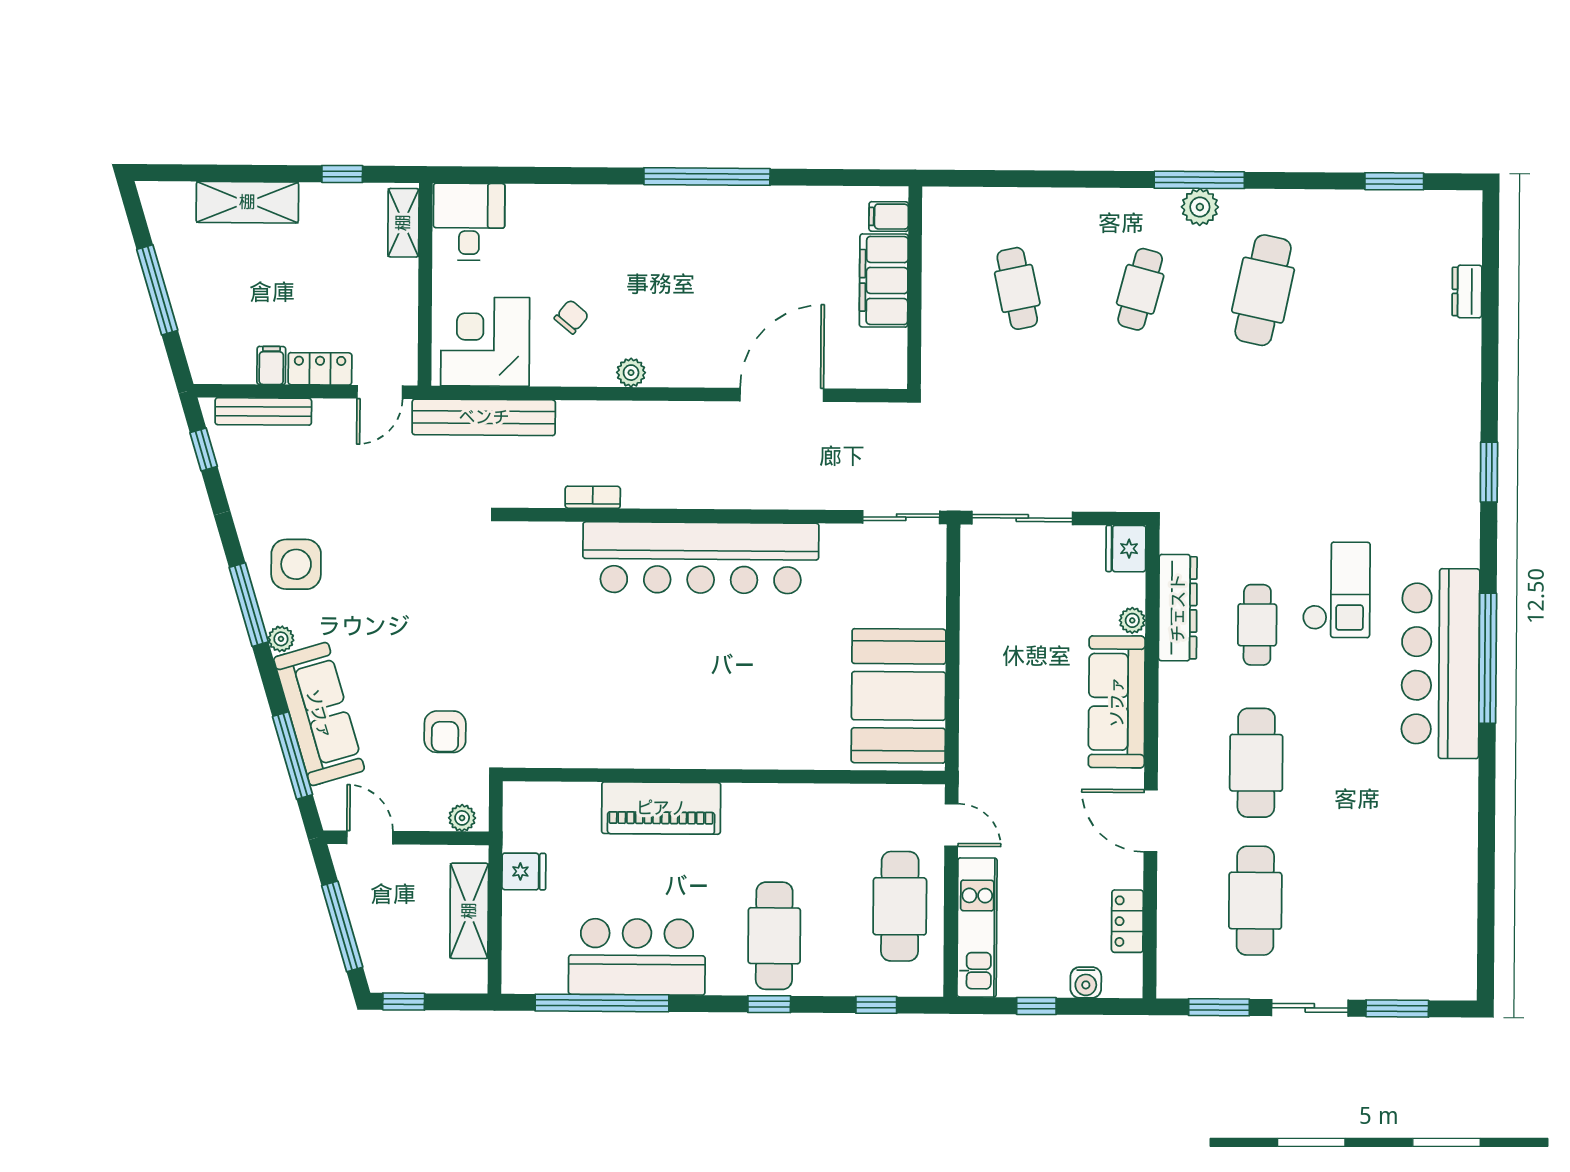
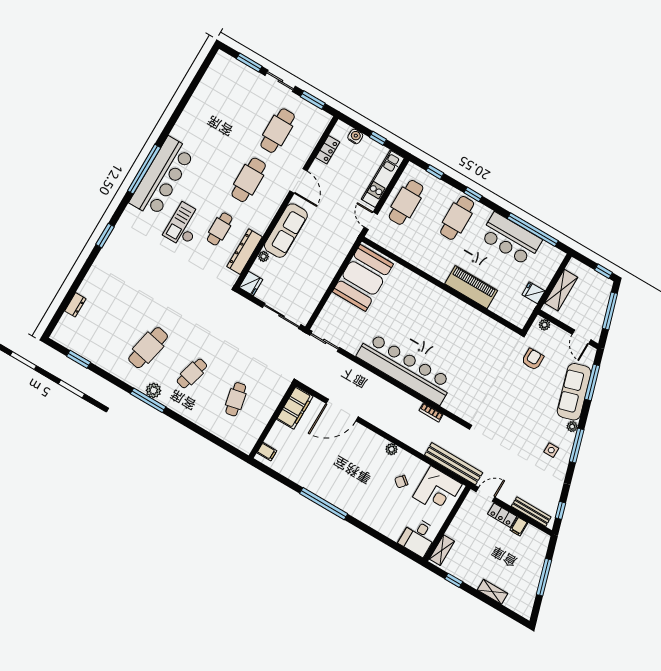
shelving: (247, 202) -> (492, 592), width x0.67, depth x0.75
filing cabinet: (884, 280) -> (295, 408), moved
side table: (296, 564) -> (551, 450), width x0.54, depth x0.54

